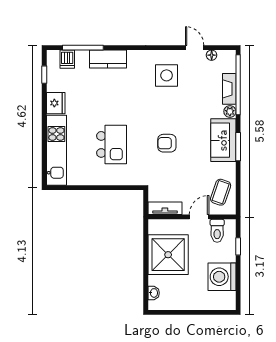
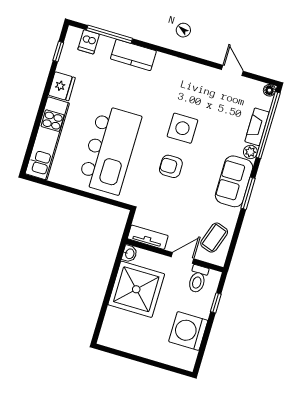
floor lamp: (212, 55) -> (269, 90), moved
side table: (167, 75) -> (182, 128), moved
kitchen island: (112, 144) -> (110, 150), width x1.87, depth x1.28
washbasin: (154, 293) -> (129, 254), moved

